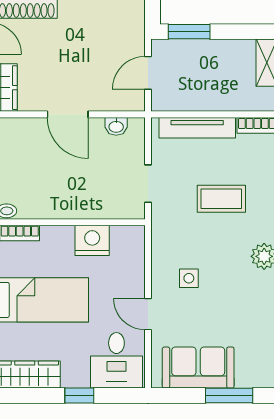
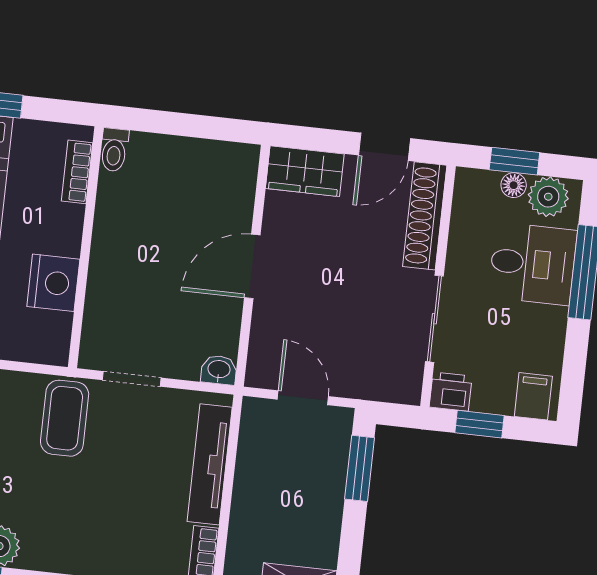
washbasin: (116, 126) -> (219, 370), moved, turned 90
coffee table: (221, 199) -> (65, 418), moved

